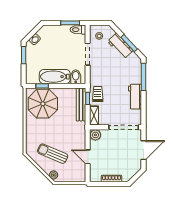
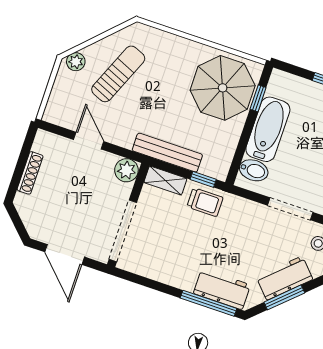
workbench: (135, 97) -> (222, 289), moved
bench: (81, 104) -> (167, 153), moved
door: (88, 157) -> (89, 141), hinge flipped

